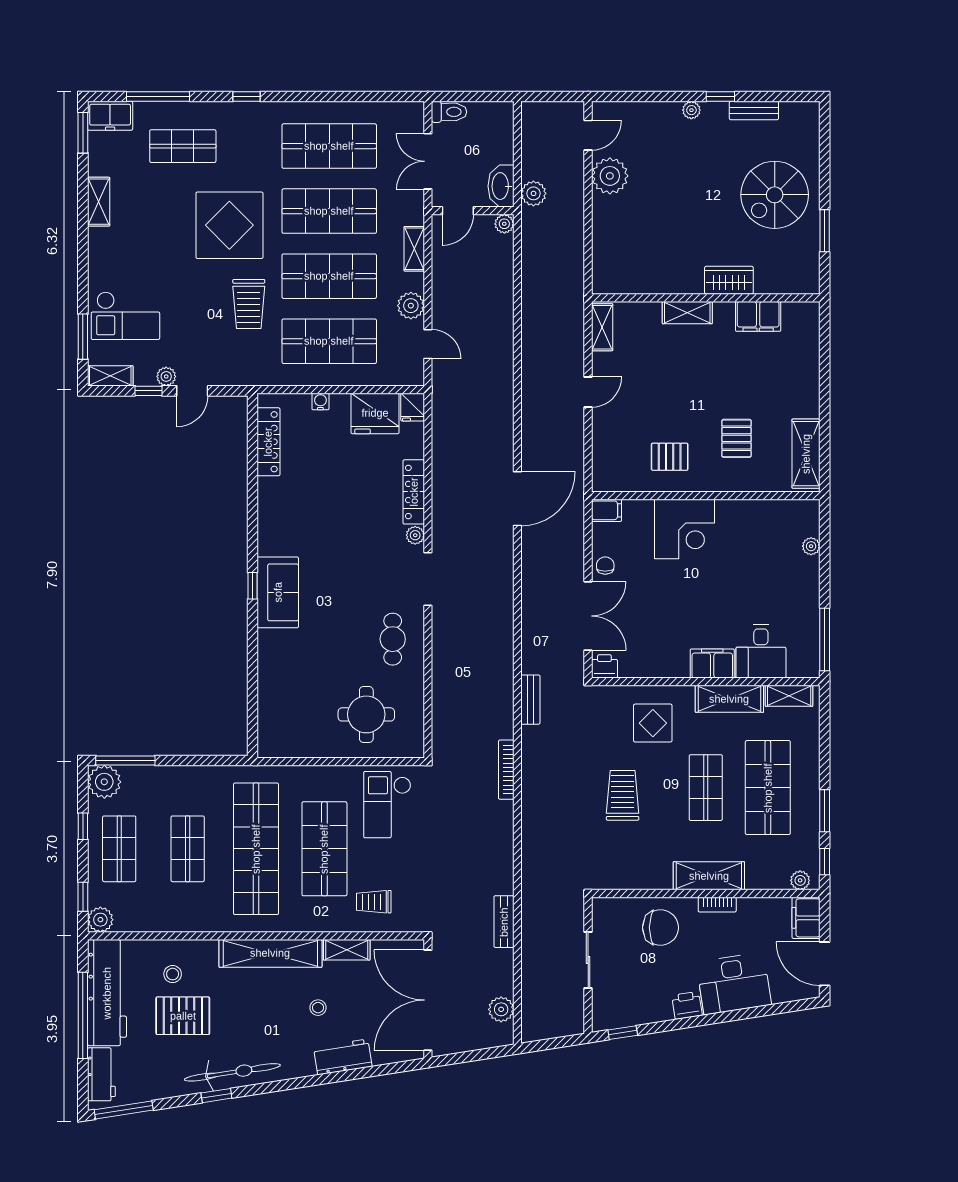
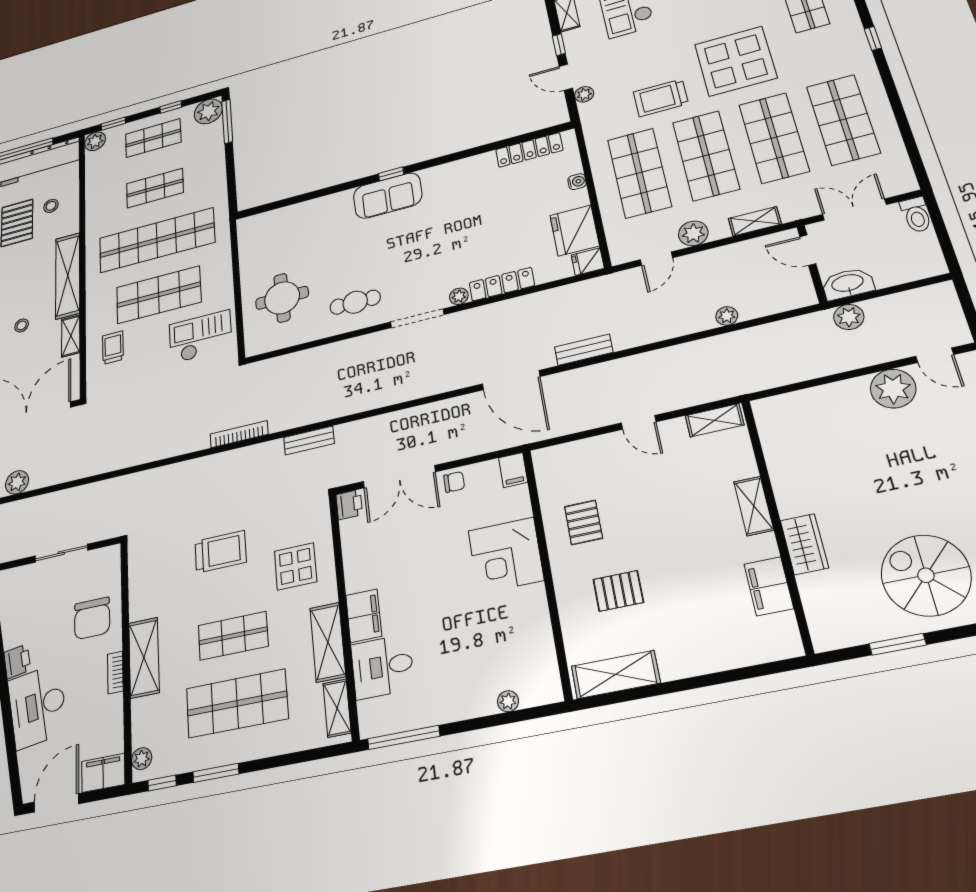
plant: (504, 224) -> (727, 316), moved
plant: (166, 376) -> (584, 94), moved
bench: (504, 922) -> (584, 350), moved

